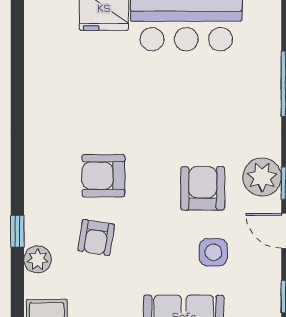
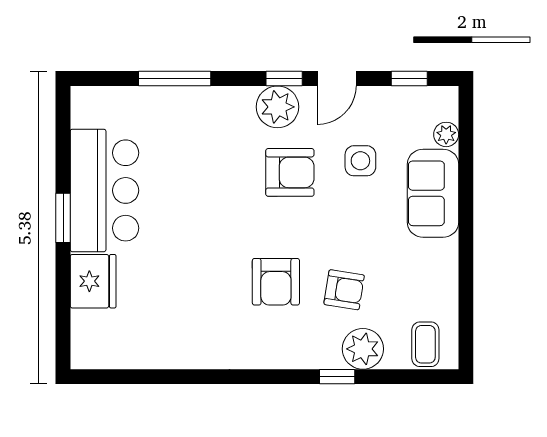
armchair: (203, 188) -> (290, 172), turned 180
plant: (38, 259) -> (363, 349), width x1.36, depth x1.36

